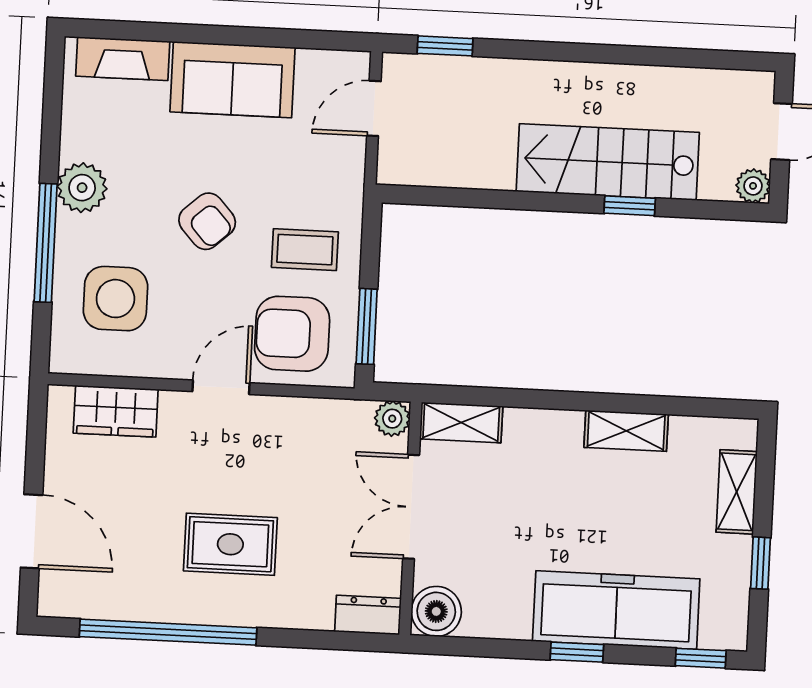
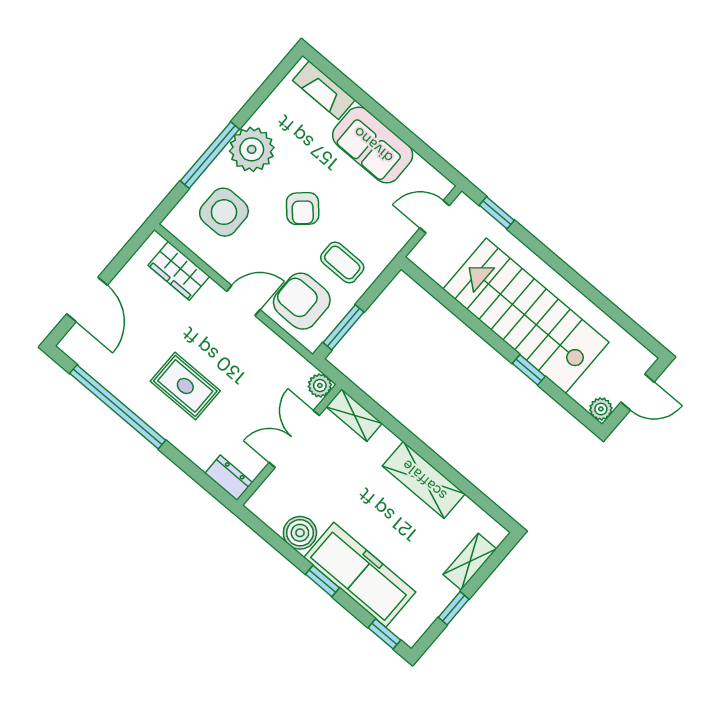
stairs: (608, 162) -> (526, 316), width x1.36, depth x1.51
plant: (82, 188) -> (252, 149), width x1.36, depth x1.36
shelving: (626, 431) -> (424, 480), width x1.50, depth x1.33
boiler: (436, 611) -> (300, 533), moved

